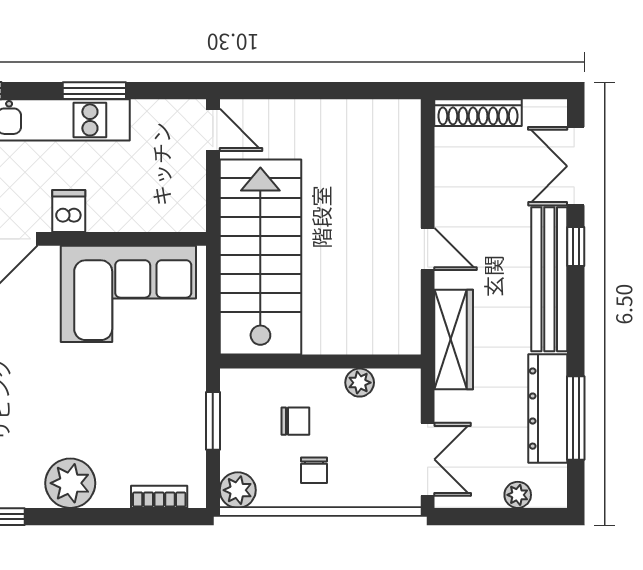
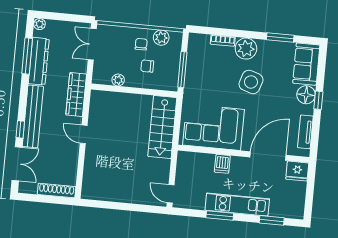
dishwasher: (69, 211) -> (222, 164), moved
stairs: (260, 257) -> (162, 127), width x0.73, depth x0.66
side table: (51, 407) -> (251, 82), added
window: (213, 421) -> (182, 69), width x1.44
plant: (238, 490) -> (161, 38), moved
plant: (518, 495) -> (40, 24), moved
bookcase: (159, 497) -> (223, 41), moved

